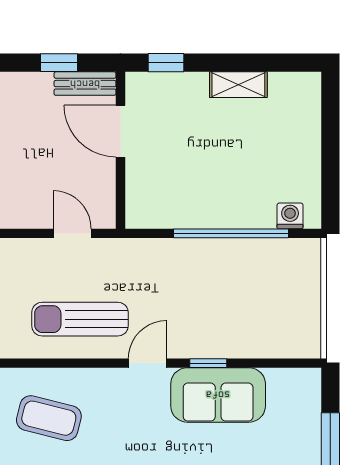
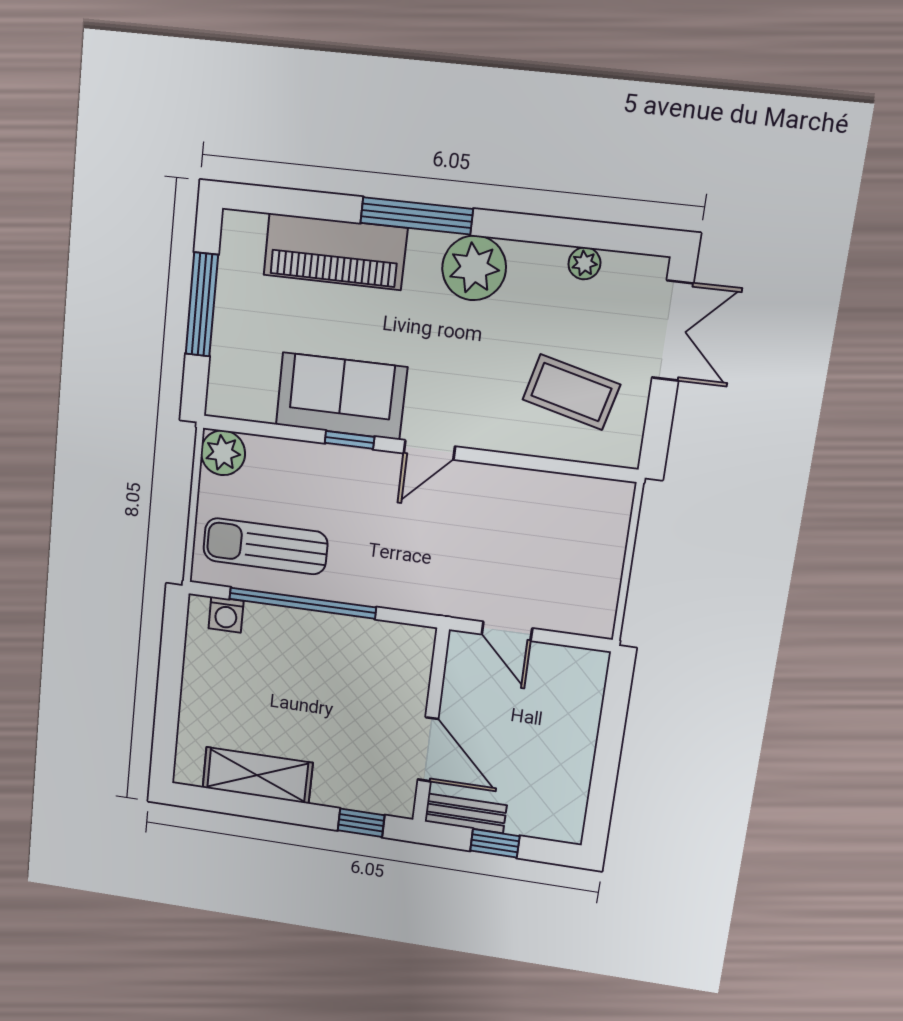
shelving: (238, 85) -> (257, 775), width x1.50, depth x1.33
sun lounger: (80, 319) -> (265, 546), moved, turned 180
plant: (304, 341) -> (223, 453), added

